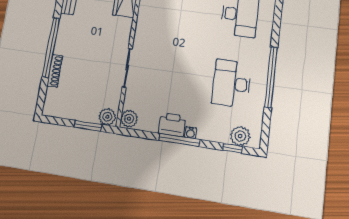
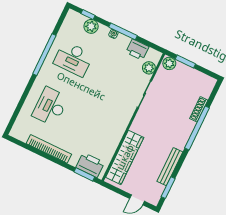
desk: (232, 83) -> (73, 59), turned 90
plant: (129, 119) -> (149, 68), moved
printer: (172, 125) -> (137, 50), moved
plant: (240, 136) -> (91, 26), moved

